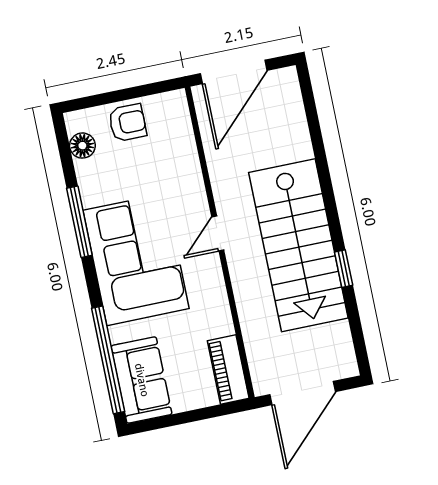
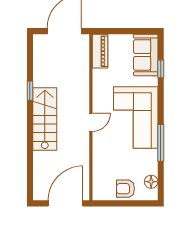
stairs: (298, 245) -> (45, 119), width x0.73, depth x0.66
window: (108, 360) -> (161, 69), width x0.32

